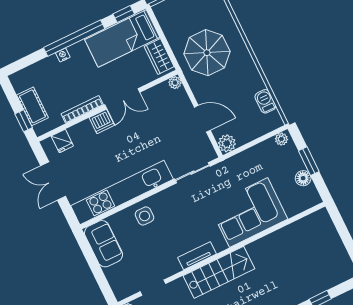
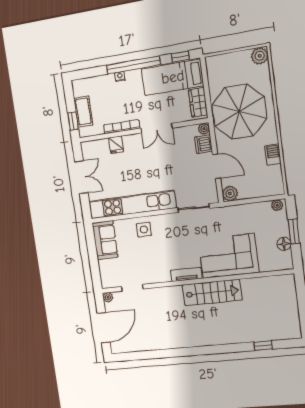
parasol: (207, 53) -> (239, 112), width x1.36, depth x1.36
barbecue: (265, 101) -> (273, 155), moved
dishwasher: (102, 121) -> (204, 144), moved, turned 90
fridge: (62, 141) -> (116, 145), moved
double door: (53, 181) -> (81, 177), swing flipped
tv unit: (197, 256) -> (186, 274), moved
stairs: (219, 272) -> (212, 292), moved

